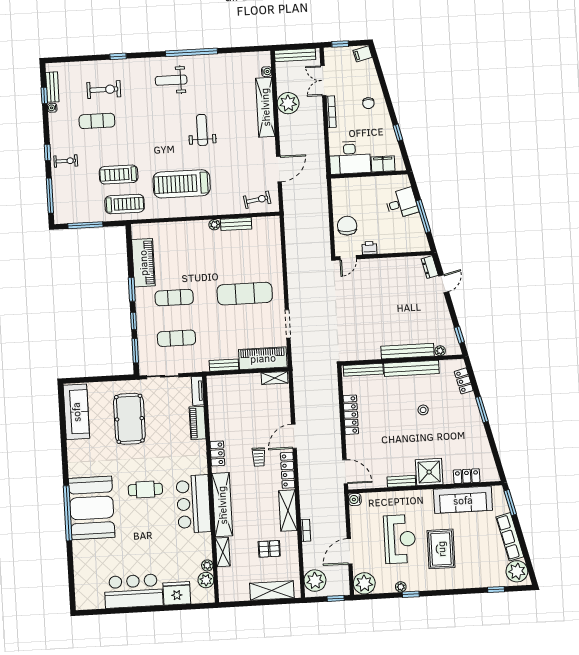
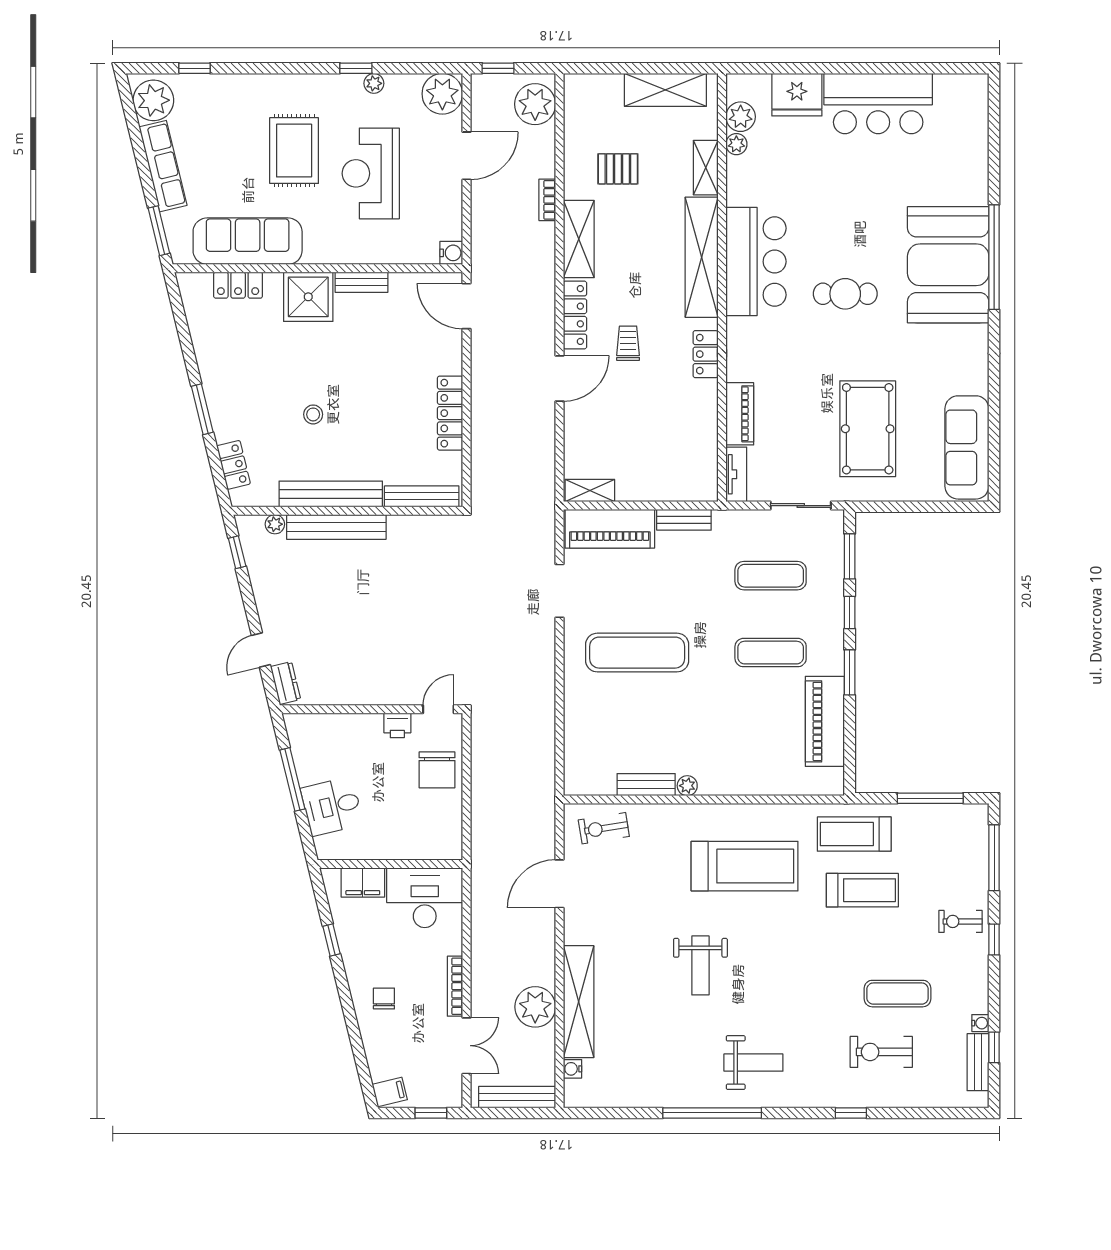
shelving: (272, 591) -> (665, 90), moved

